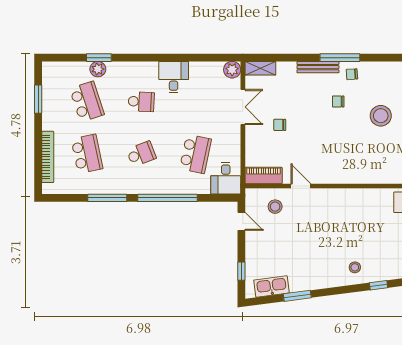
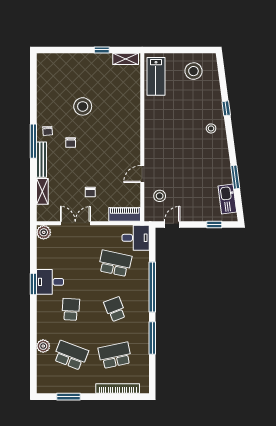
window: (99, 58) -> (33, 284), moved
shelving: (260, 68) -> (42, 191), moved
school desk: (87, 102) -> (71, 355), turned 39
piano: (264, 175) -> (125, 214), moved, turned 90

